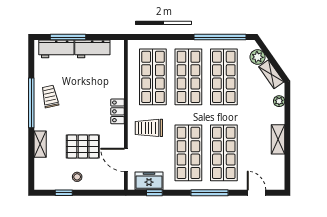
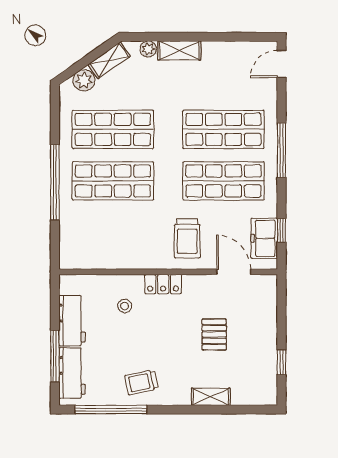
window: (220, 37) -> (55, 182), moved
shop shelf: (153, 77) -> (113, 233), removed
window: (31, 103) -> (111, 410), moved
shelving: (278, 139) -> (179, 51), moved
pallet: (83, 146) -> (214, 335), width x0.67, depth x0.71
door: (126, 160) -> (234, 272), swing flipped
stool: (77, 177) -> (125, 306), moved
door: (256, 193) -> (281, 64), moved

